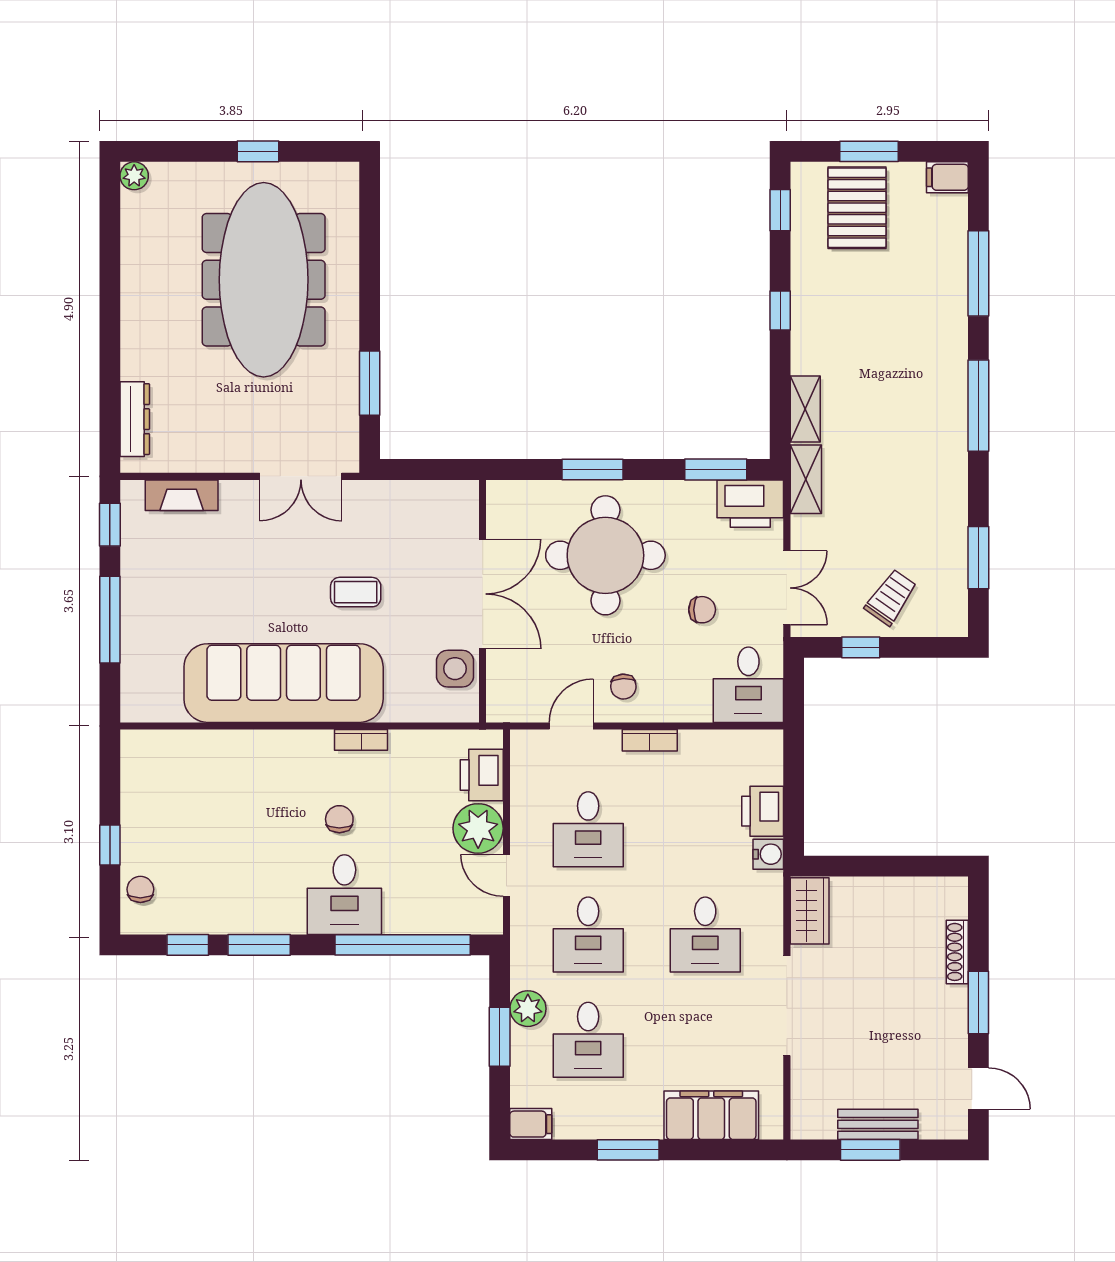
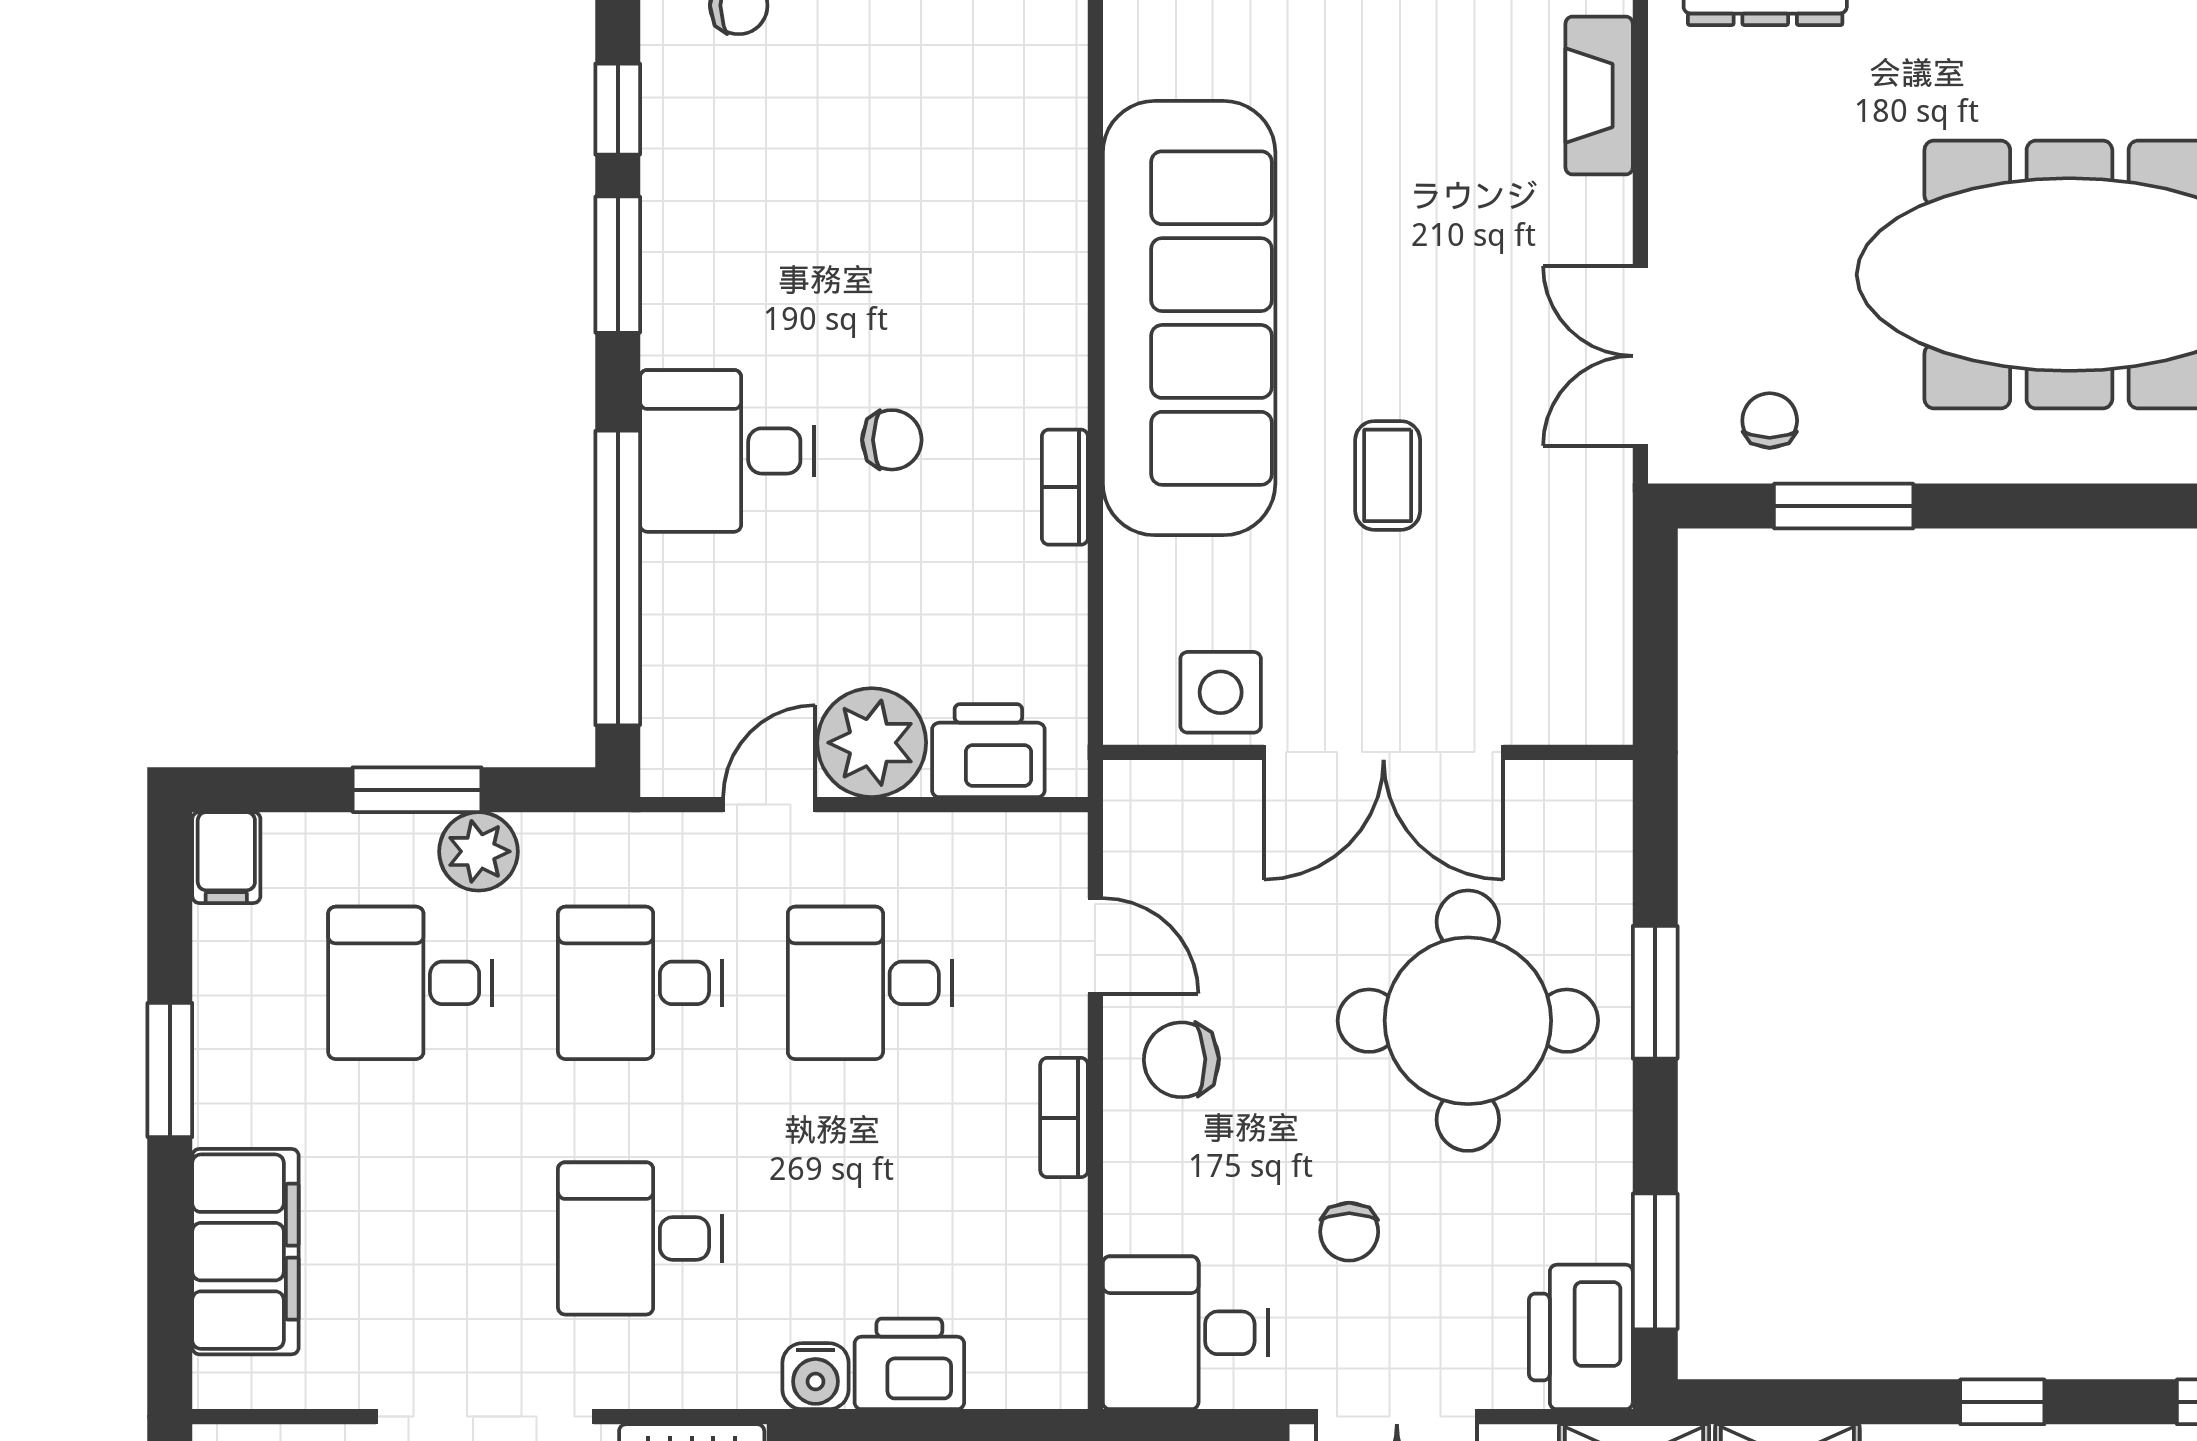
chair: (330, 417) -> (1770, 421), added
chair: (623, 687) -> (1181, 1060), width x1.37, depth x1.37

